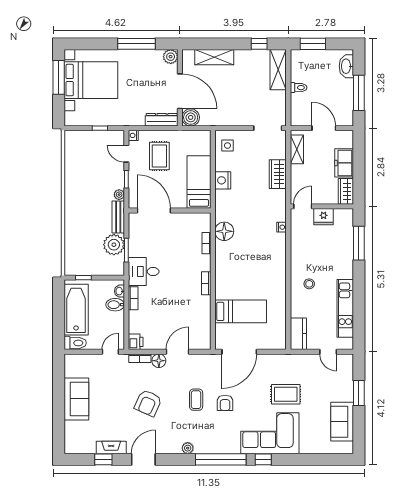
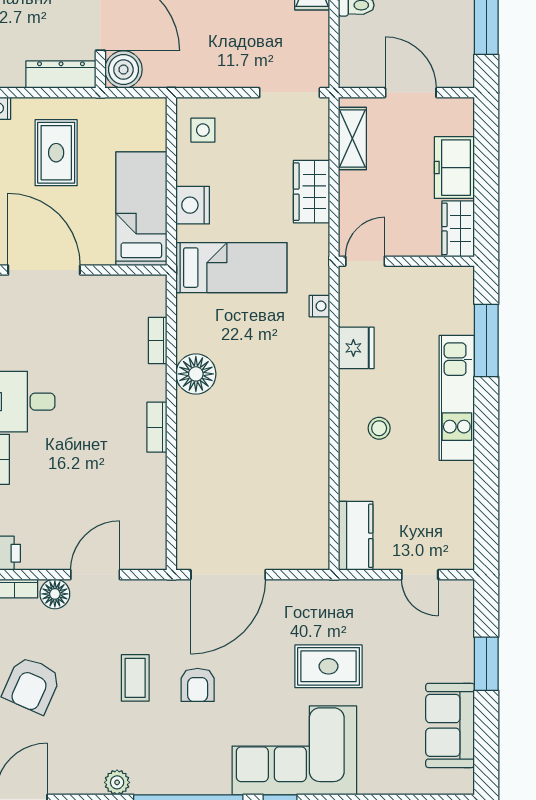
fridge: (324, 217) -> (356, 348), moved, turned -90
floor lamp: (224, 231) -> (196, 374), moved
kitchen unit: (345, 308) -> (457, 398), moved
bed: (241, 311) -> (231, 268), moved

